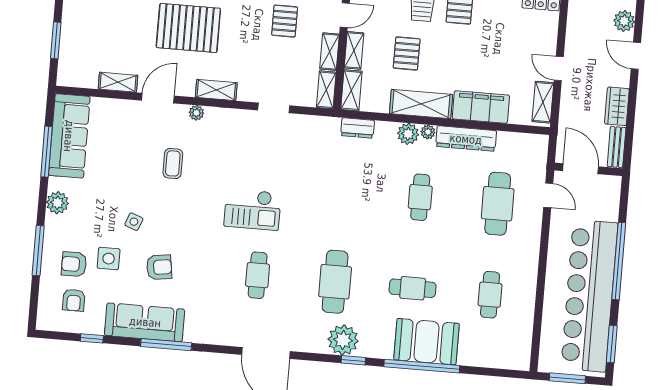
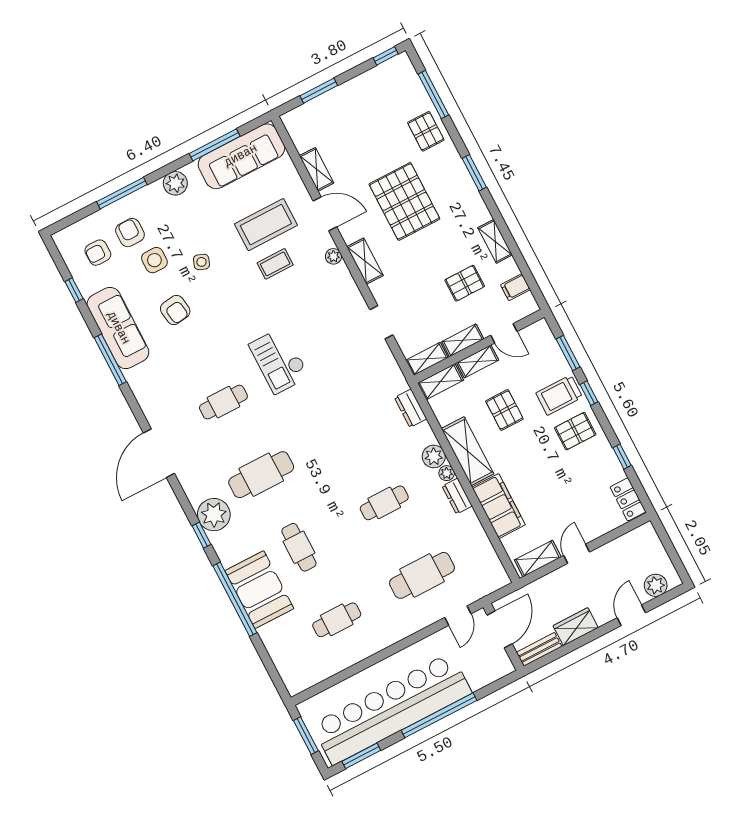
pallet: (407, 53) -> (504, 410), turned 90
dresser: (466, 139) -> (457, 496), width x0.51, depth x0.80
coffee table: (137, 151) -> (266, 225), added

